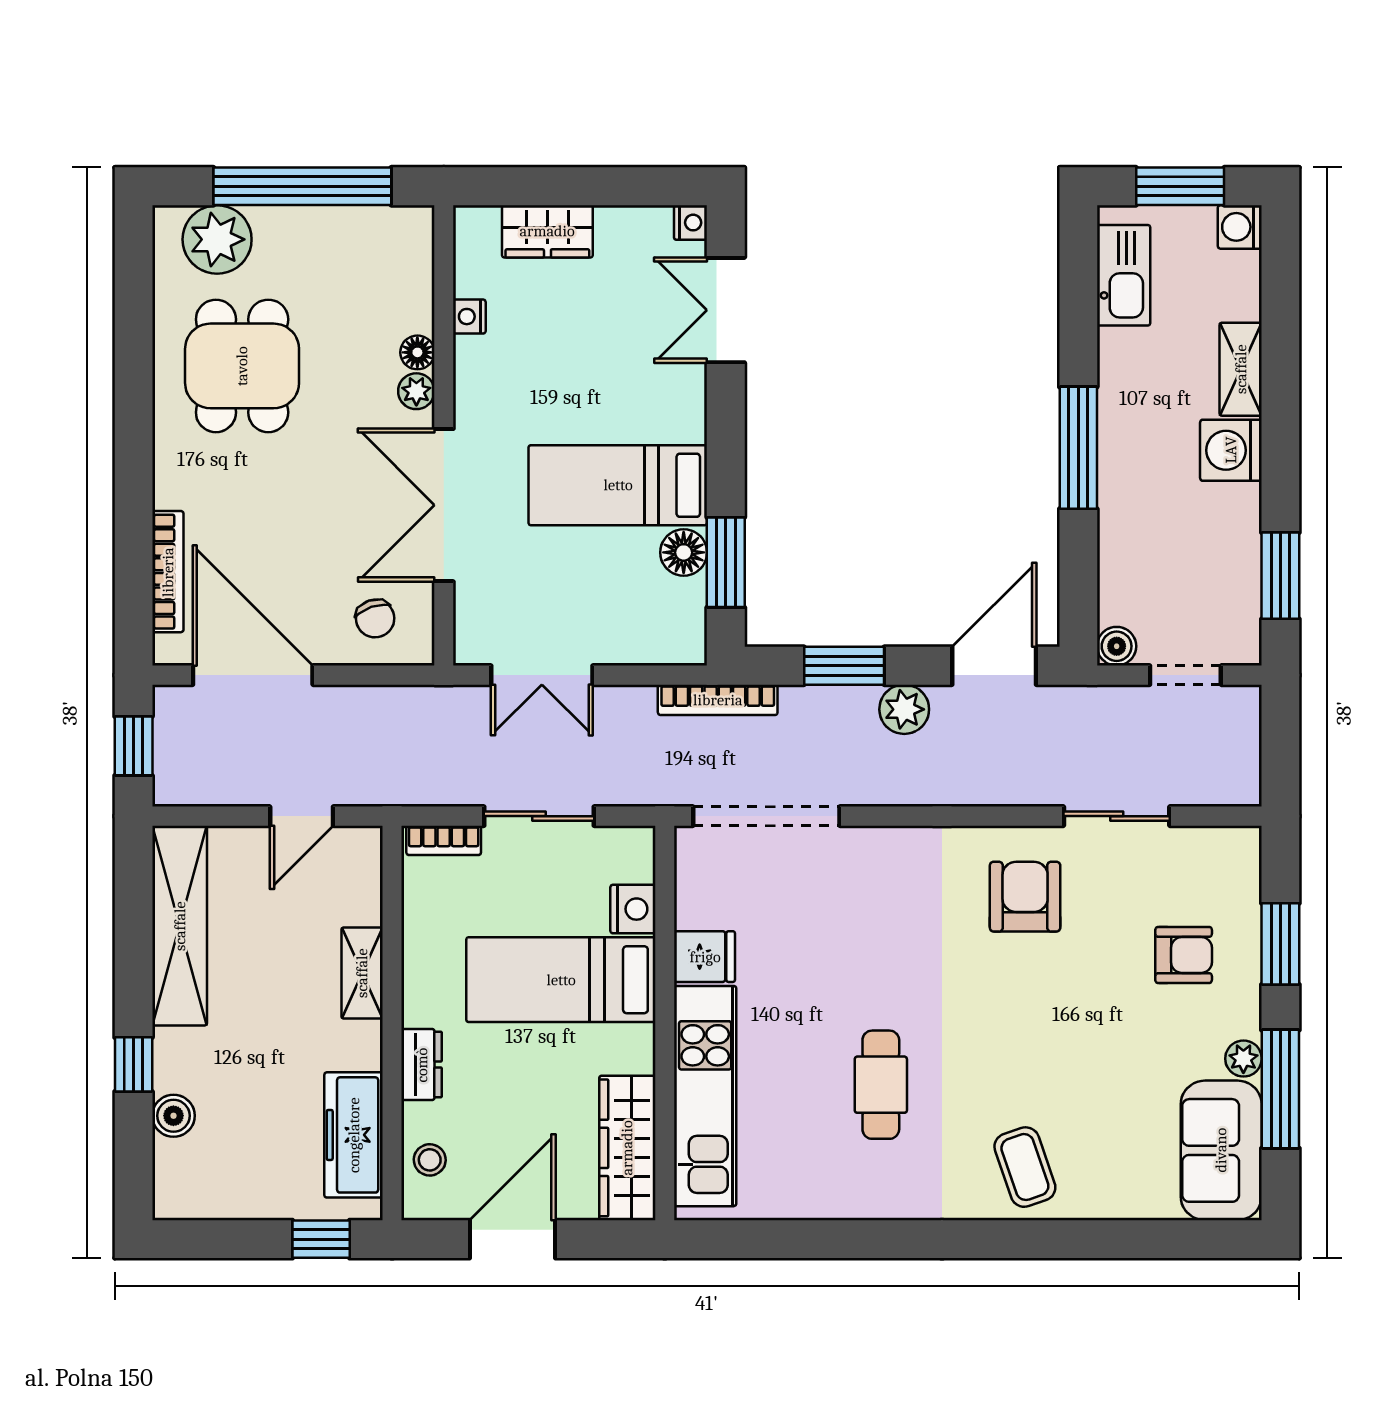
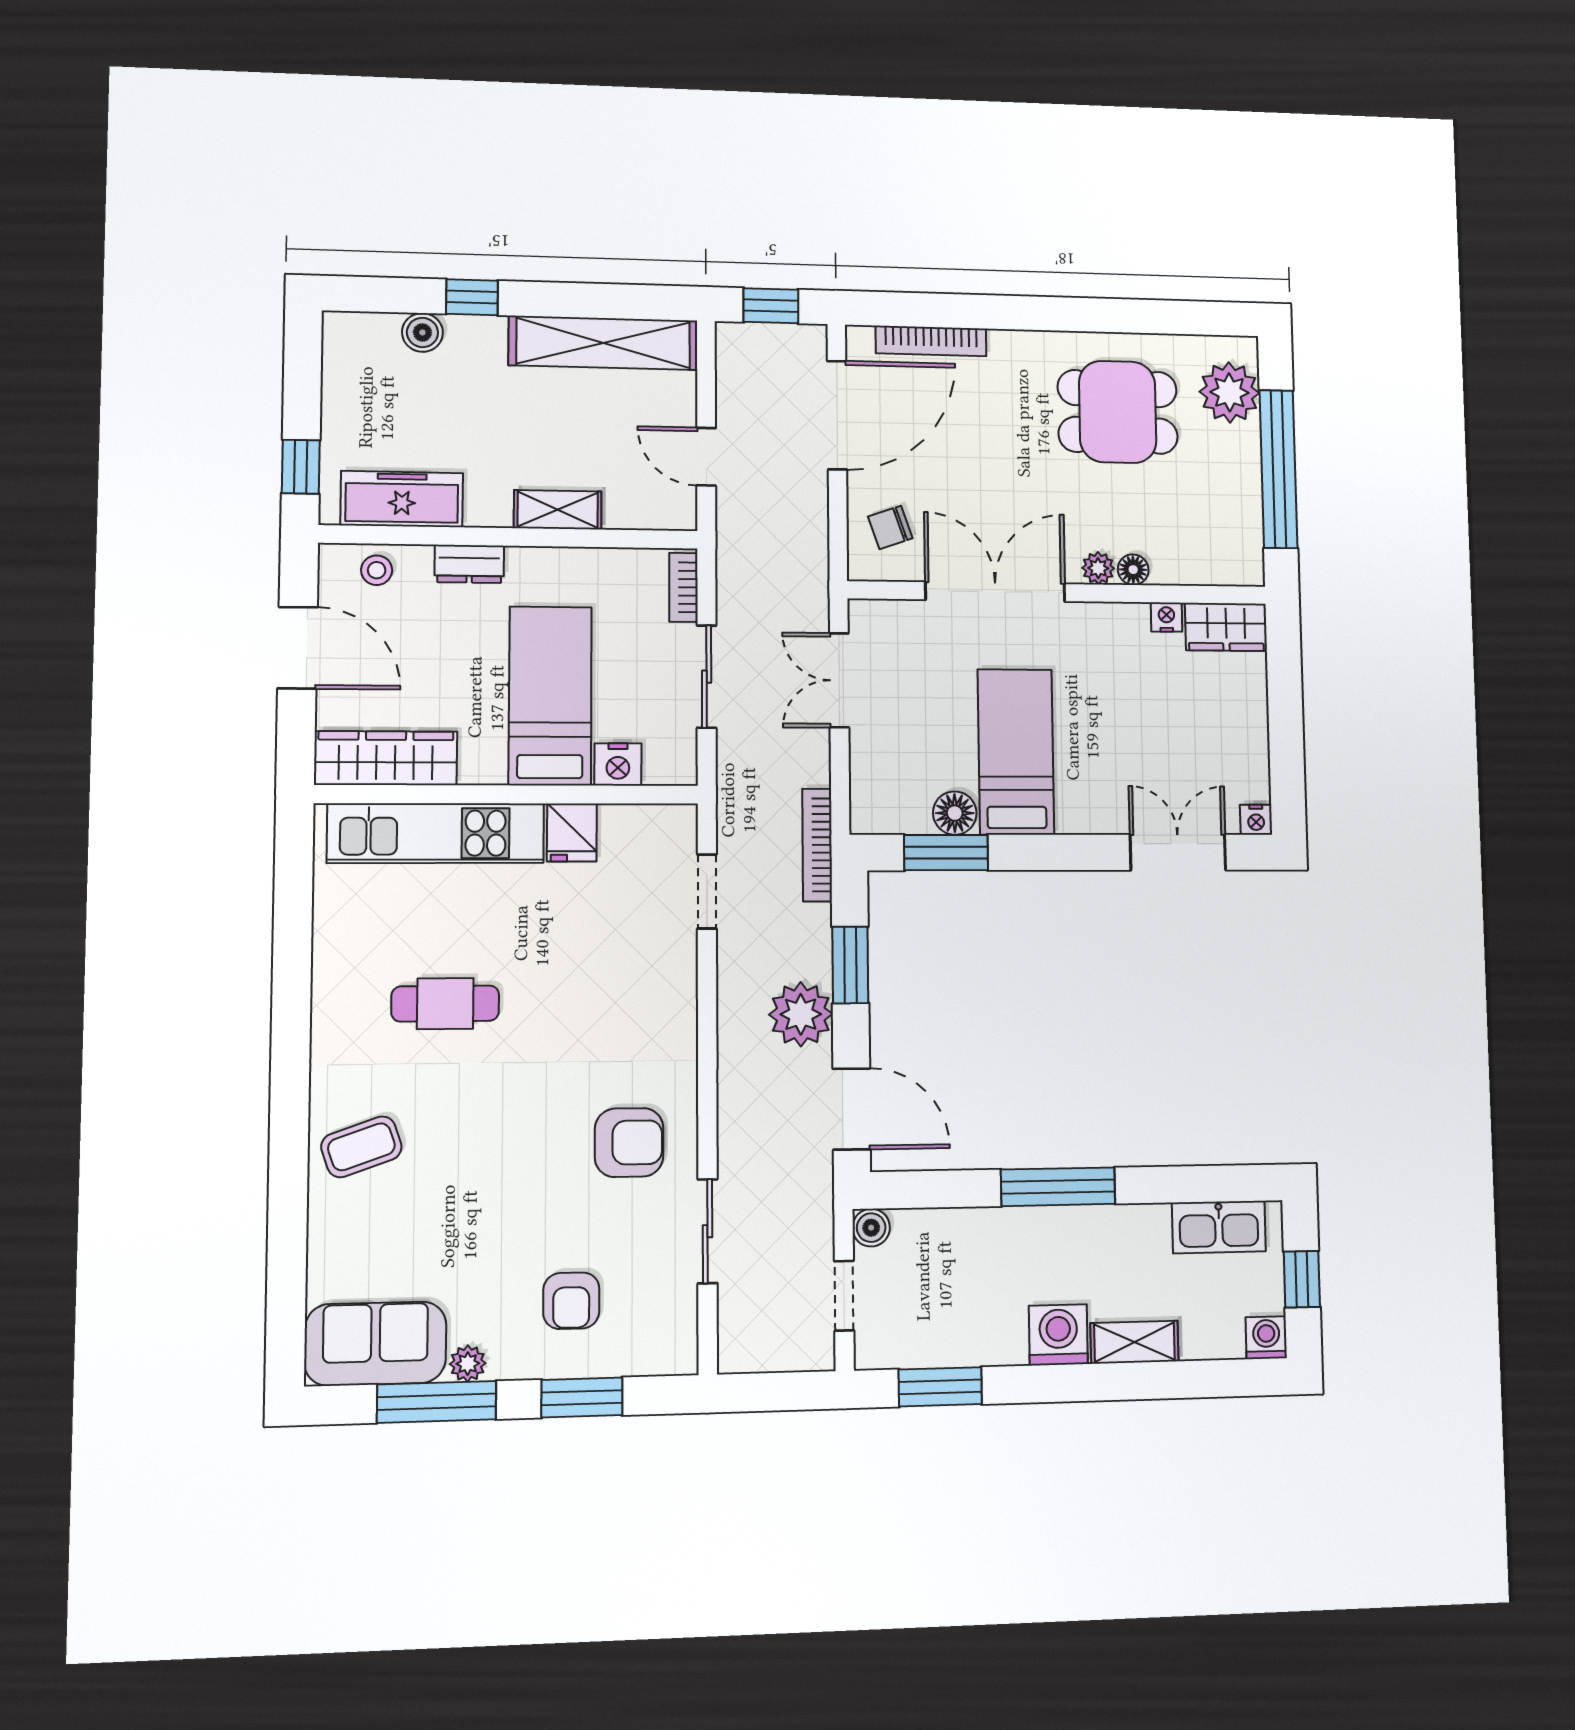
window: (1180, 186) -> (1302, 1279), width x0.67
wardrobe: (547, 231) -> (1226, 627), moved, turned -90
plant: (904, 709) -> (801, 1014), width x1.36, depth x1.36
doorway: (766, 816) -> (707, 891), width x0.53

